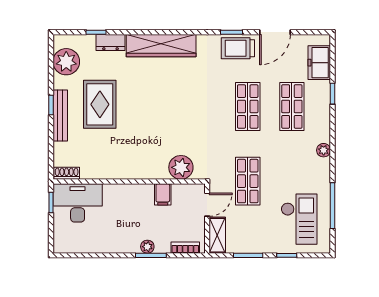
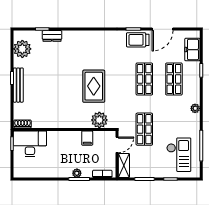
wardrobe: (161, 46) -> (86, 38), removed
rug: (100, 104) -> (94, 86), moved

